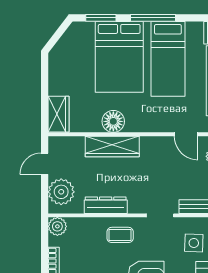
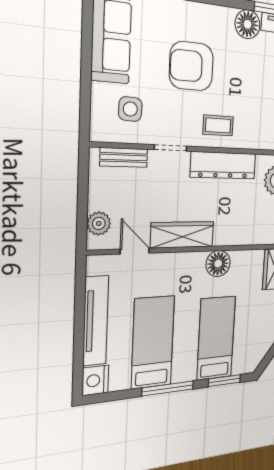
bed: (119, 57) -> (216, 338), width x0.67
wardrobe: (112, 146) -> (182, 235), moved
dresser: (106, 205) -> (223, 165), width x1.37, depth x1.24

